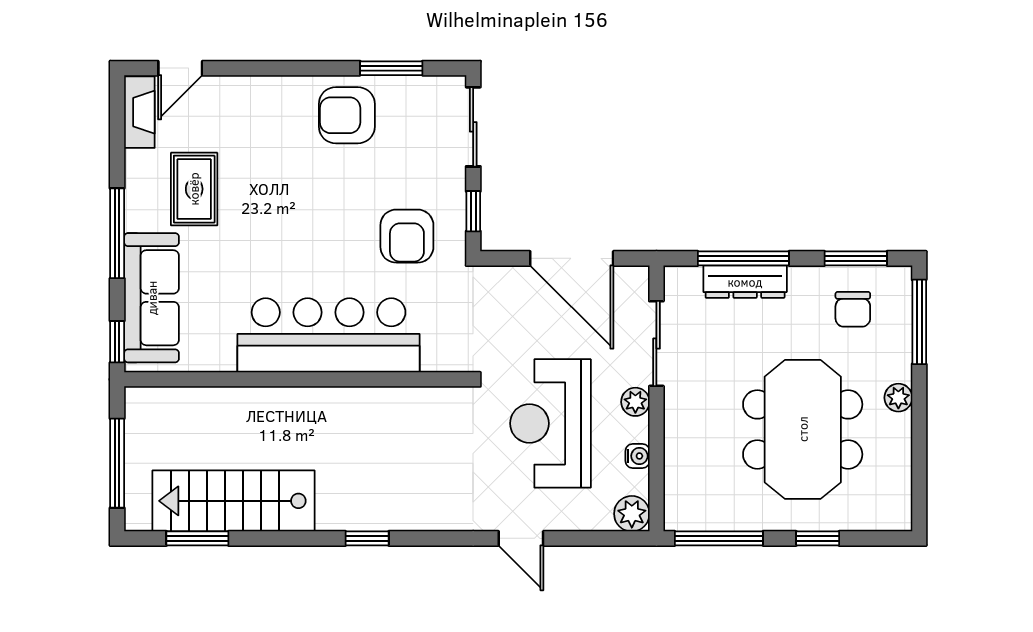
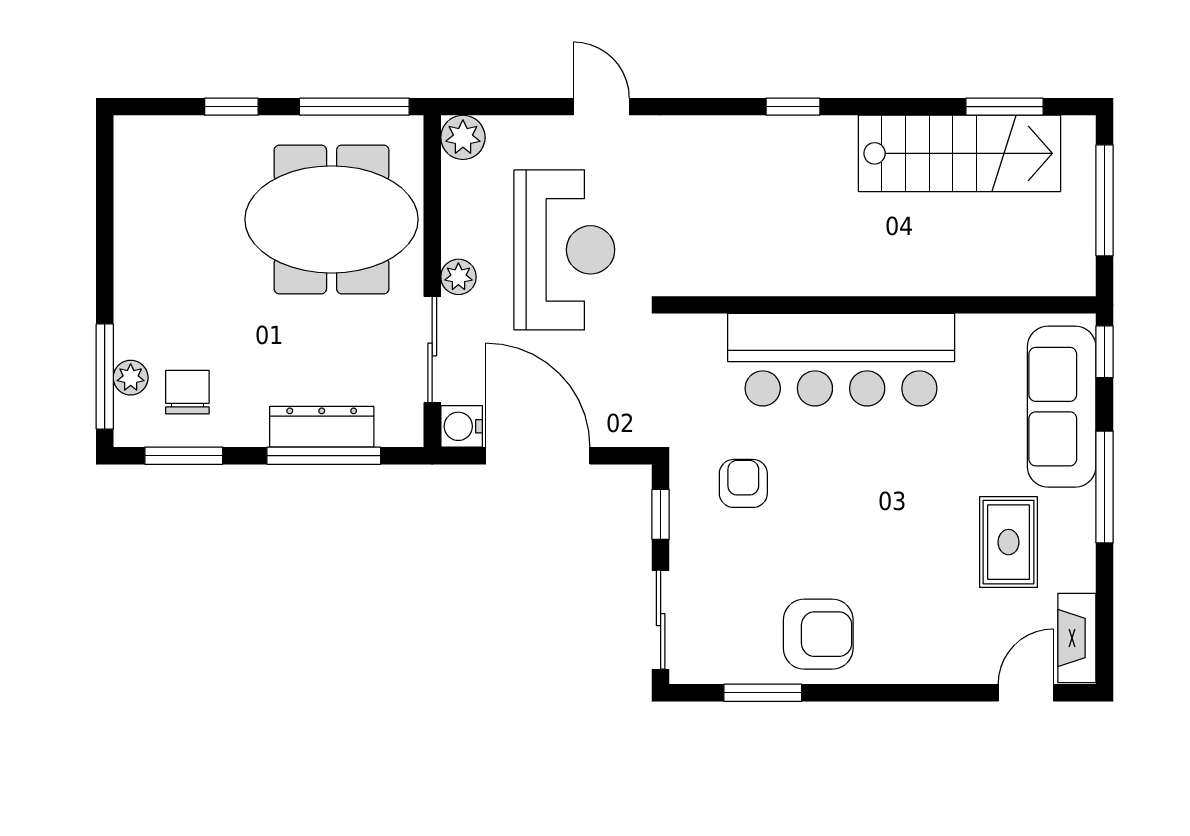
armchair: (407, 236) -> (743, 483), width x0.72, depth x0.72
plant: (898, 398) -> (131, 378), moved
meeting table: (803, 429) -> (332, 219), moved, turned 90
water cooler: (637, 456) -> (462, 426), moved, width x1.38, depth x1.38

